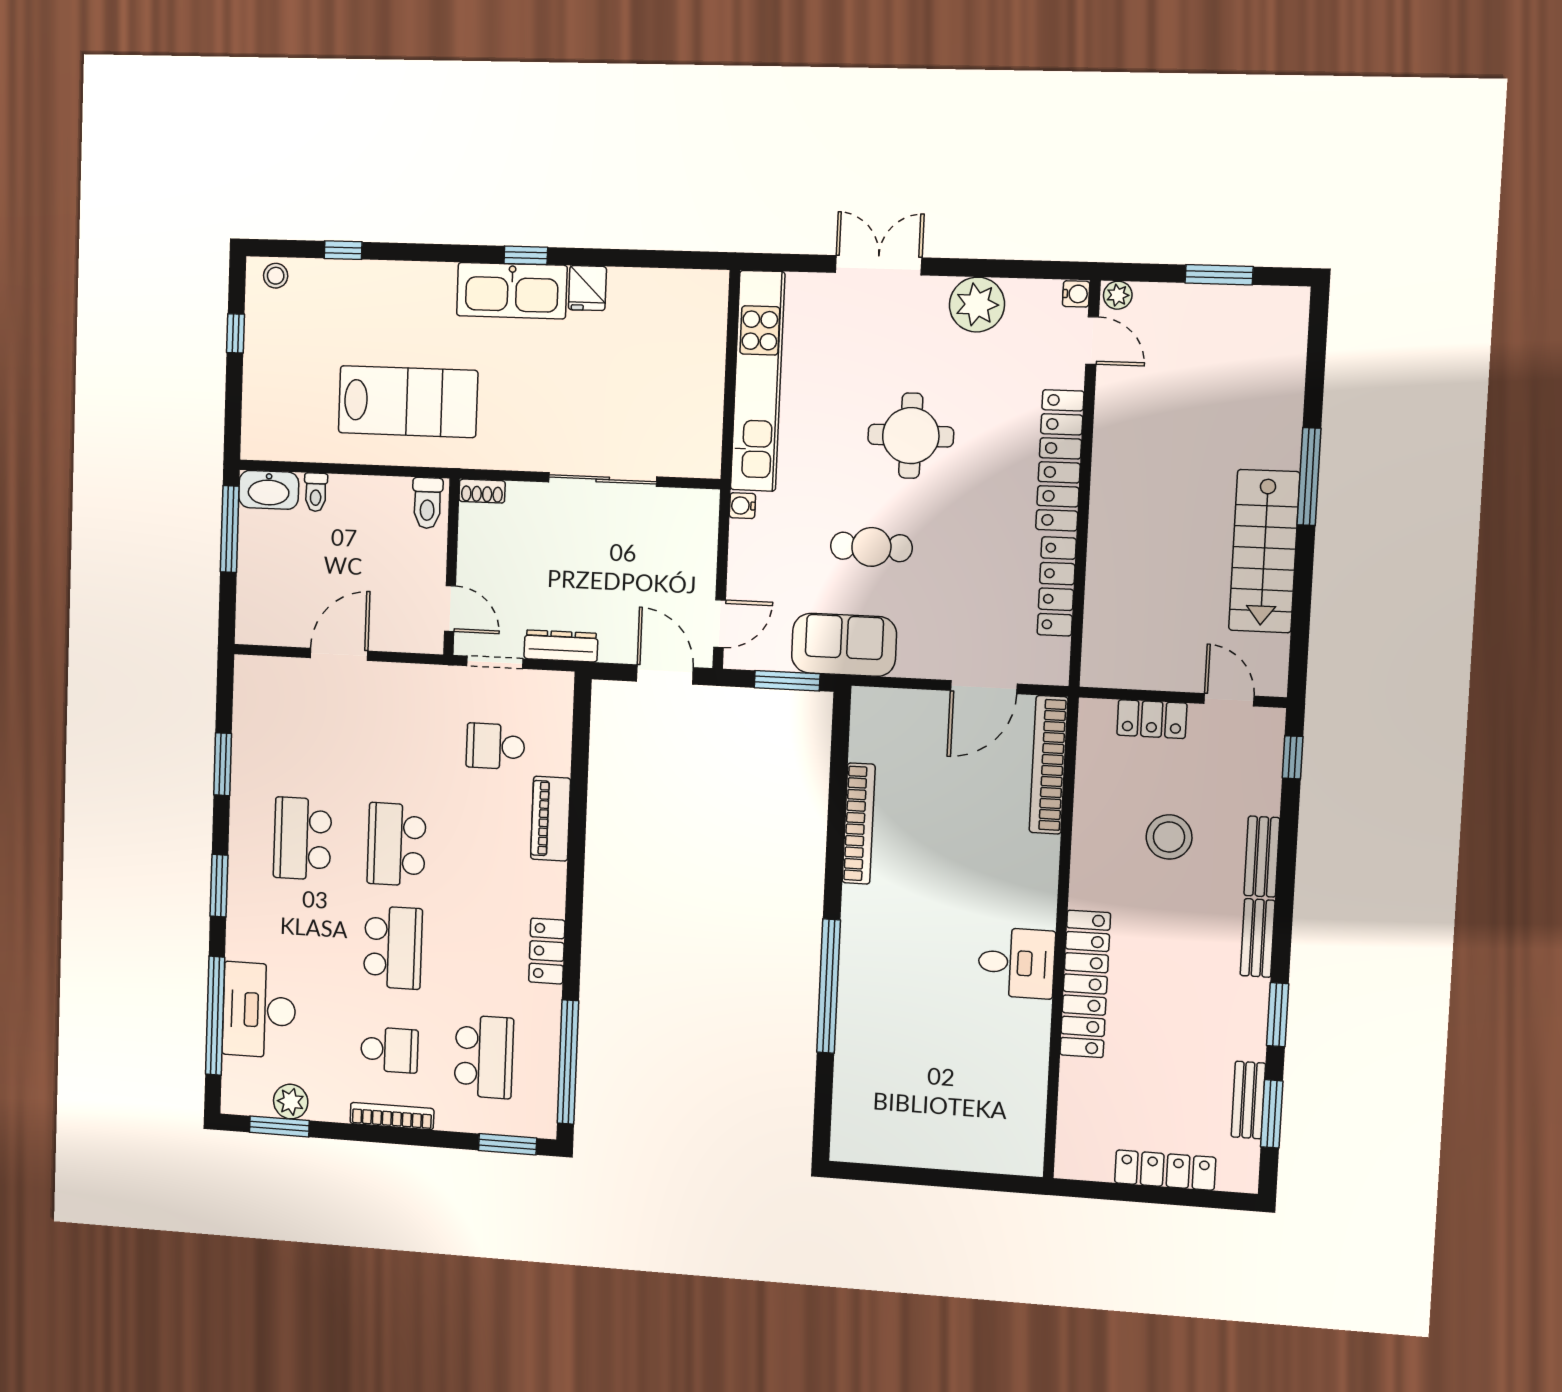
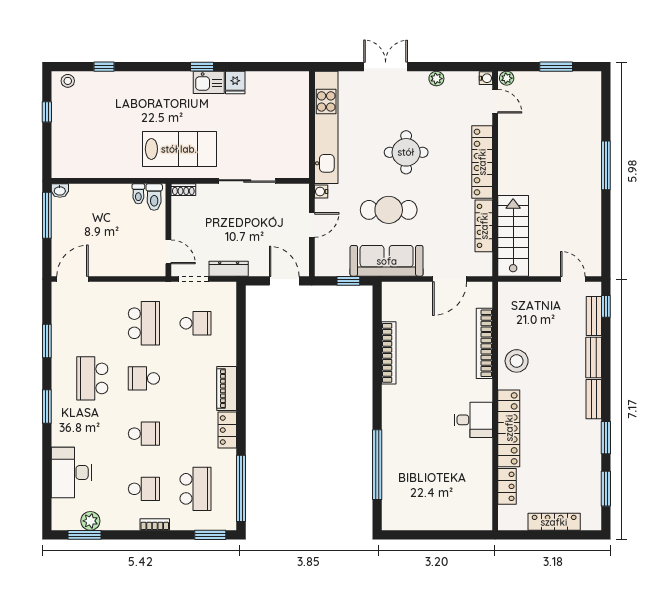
kitchen sink: (512, 291) -> (209, 82), width x0.53, depth x0.81
plant: (977, 305) -> (436, 79), width x0.53, depth x0.53
lab bench: (408, 402) -> (179, 149), moved
washbasin: (269, 490) -> (60, 191), width x0.52, depth x0.69
toilet: (316, 492) -> (138, 194), moved
cafe table: (871, 547) -> (389, 210), width x1.37, depth x1.35
stairs: (1264, 551) -> (513, 236), moved, turned 180
door: (720, 624) -> (312, 225), moved
sofa: (844, 645) -> (387, 261), width x1.36
door: (339, 654) -> (73, 279), moved
window: (787, 681) -> (348, 281), width x0.67
locker: (1152, 719) -> (507, 486), moved, turned -90
school desk: (400, 741) -> (144, 323), added
school desk: (495, 746) -> (196, 323), turned 180
bookcase: (1049, 765) -> (484, 343), moved
piano: (551, 819) -> (227, 389), moved
stool: (1169, 837) -> (517, 361), moved
school desk: (397, 844) -> (144, 378), width x0.54
school desk: (393, 947) -> (144, 434), width x0.54
window: (829, 986) -> (377, 465), moved
window: (215, 1016) -> (47, 477), removed
bench: (1248, 1100) -> (594, 316), moved
bookcase: (392, 1116) -> (155, 525), width x0.64

